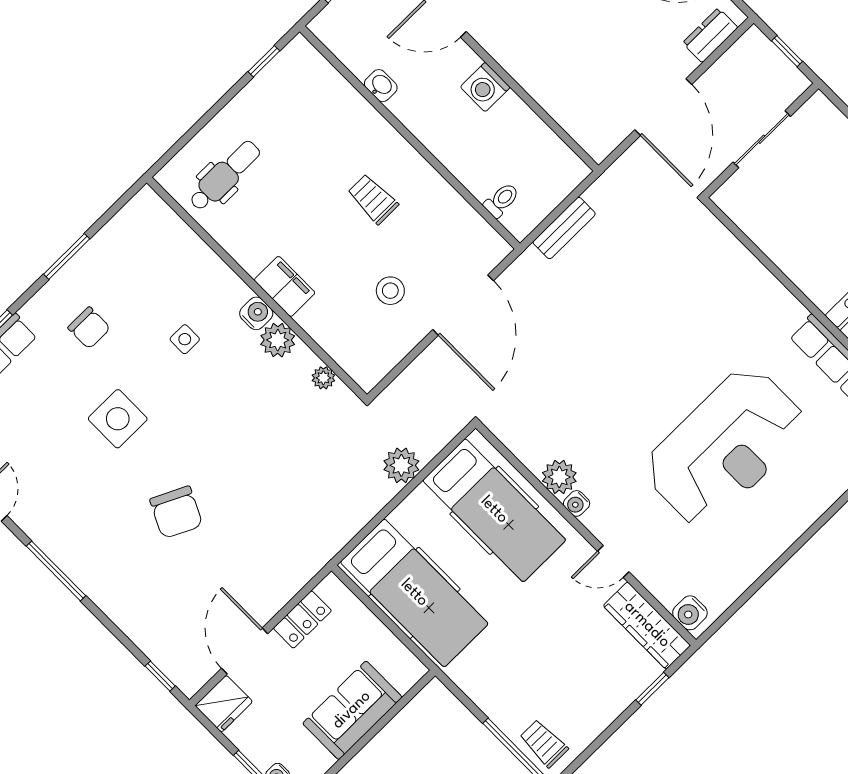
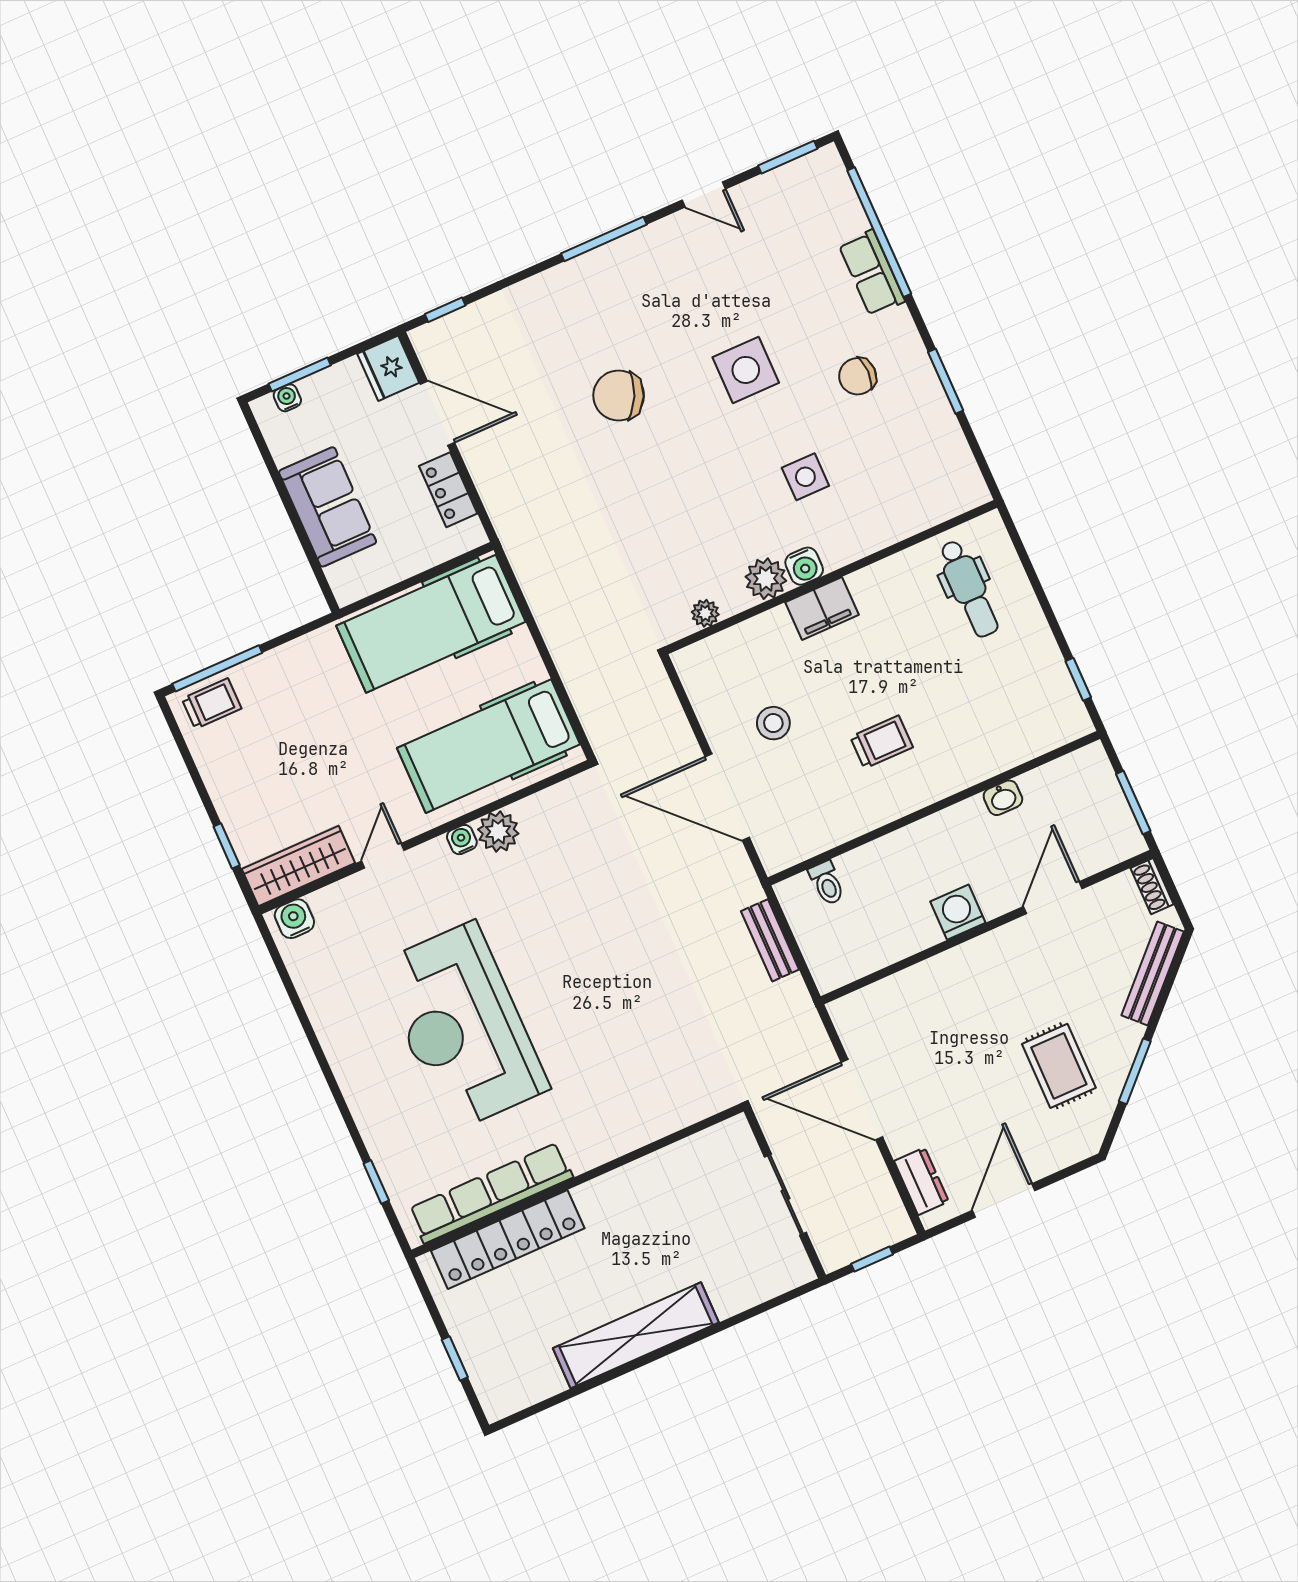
side table: (185, 339) -> (805, 477), width x1.37, depth x1.37
plant: (401, 465) -> (577, 663), removed

